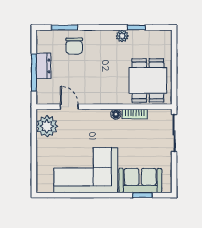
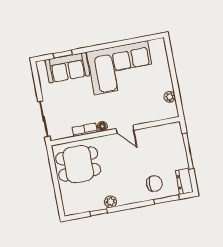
chair: (74, 46) -> (154, 184), turned 90
dresser: (43, 66) -> (184, 181), moved
dining table: (148, 80) -> (78, 164), turned 90
door: (69, 107) -> (125, 129), moved
plant: (47, 126) -> (170, 97), width x0.53, depth x0.53

